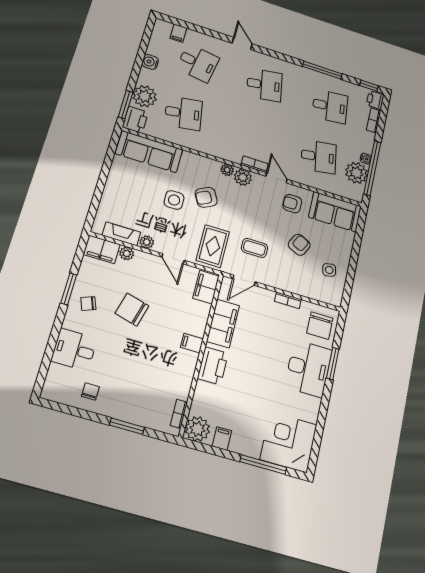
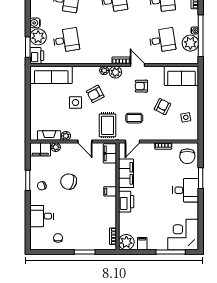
water cooler: (150, 62) -> (35, 23), moved
armchair: (292, 204) -> (141, 86), moved
desk: (308, 368) -> (186, 190), width x0.73

